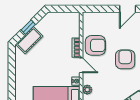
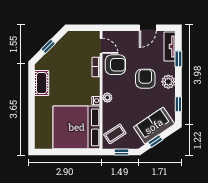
cot: (29, 40) -> (42, 83), moved, turned -45
door: (81, 65) -> (101, 46), moved
plant: (87, 90) -> (107, 98), moved

